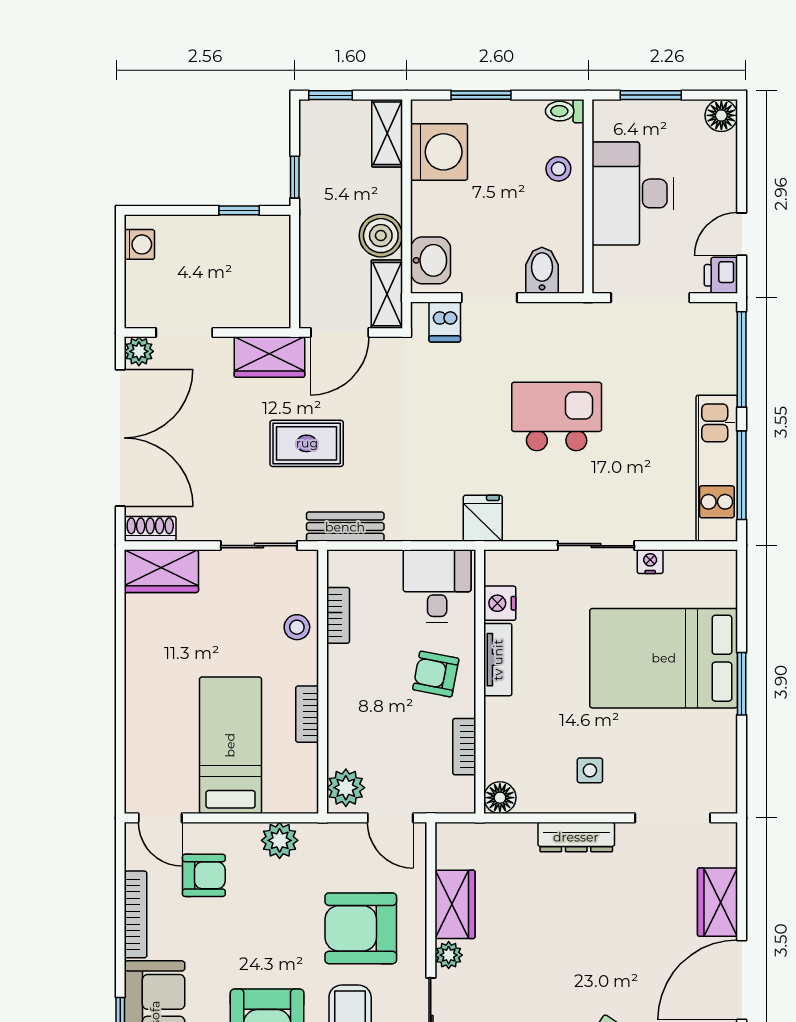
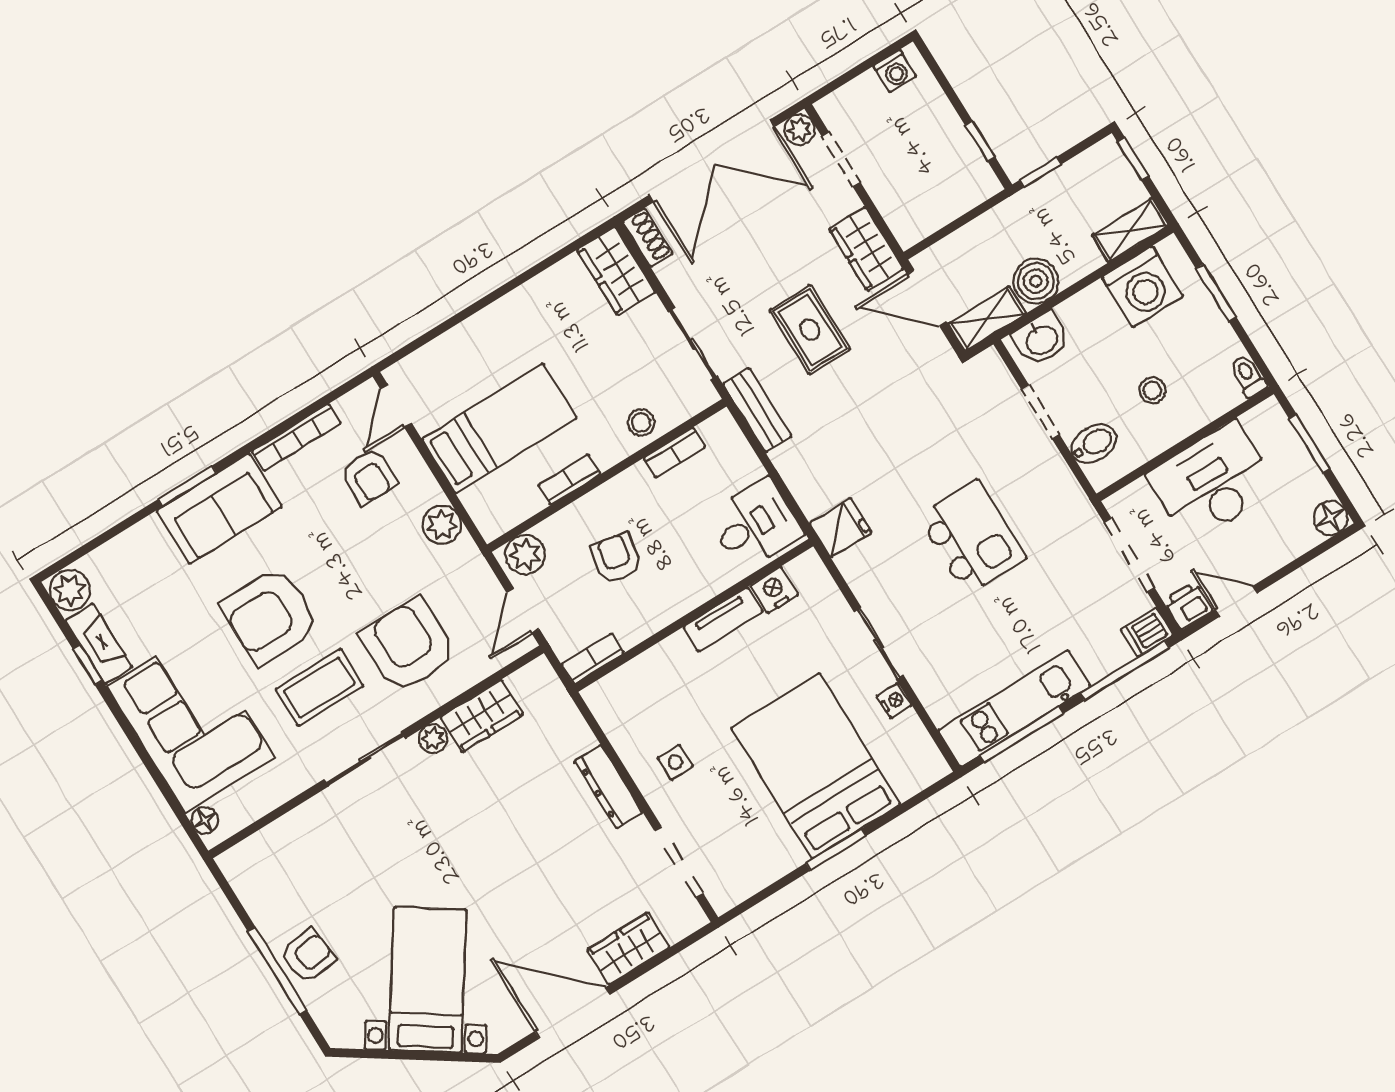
stool: (558, 169) -> (1152, 390), moved
dishwasher: (445, 322) -> (1147, 632), moved
armchair: (436, 674) -> (616, 558), moved
bookcase: (464, 747) -> (593, 659), moved
floor lamp: (500, 798) -> (601, 697), removed

